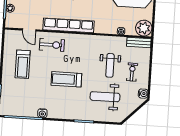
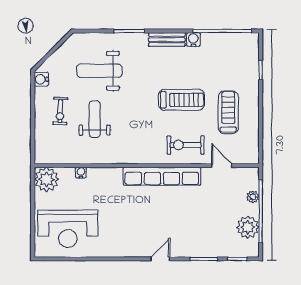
bench: (139, 42) -> (167, 40), moved
treadmill: (66, 79) -> (181, 100), moved
weight bench: (105, 97) -> (99, 71), turned 180

